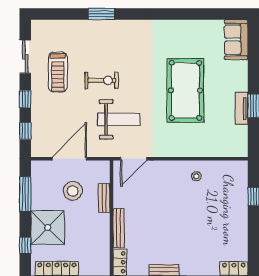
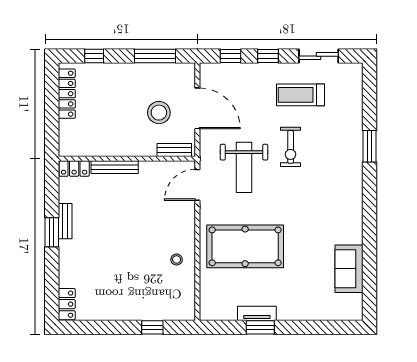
sofa: (236, 40) -> (349, 269), moved, turned -90
pool table: (185, 90) -> (245, 246), moved
door: (134, 159) -> (197, 185), hinge flipped
bench: (104, 198) -> (174, 150), moved
shower: (48, 227) -> (116, 83), removed

